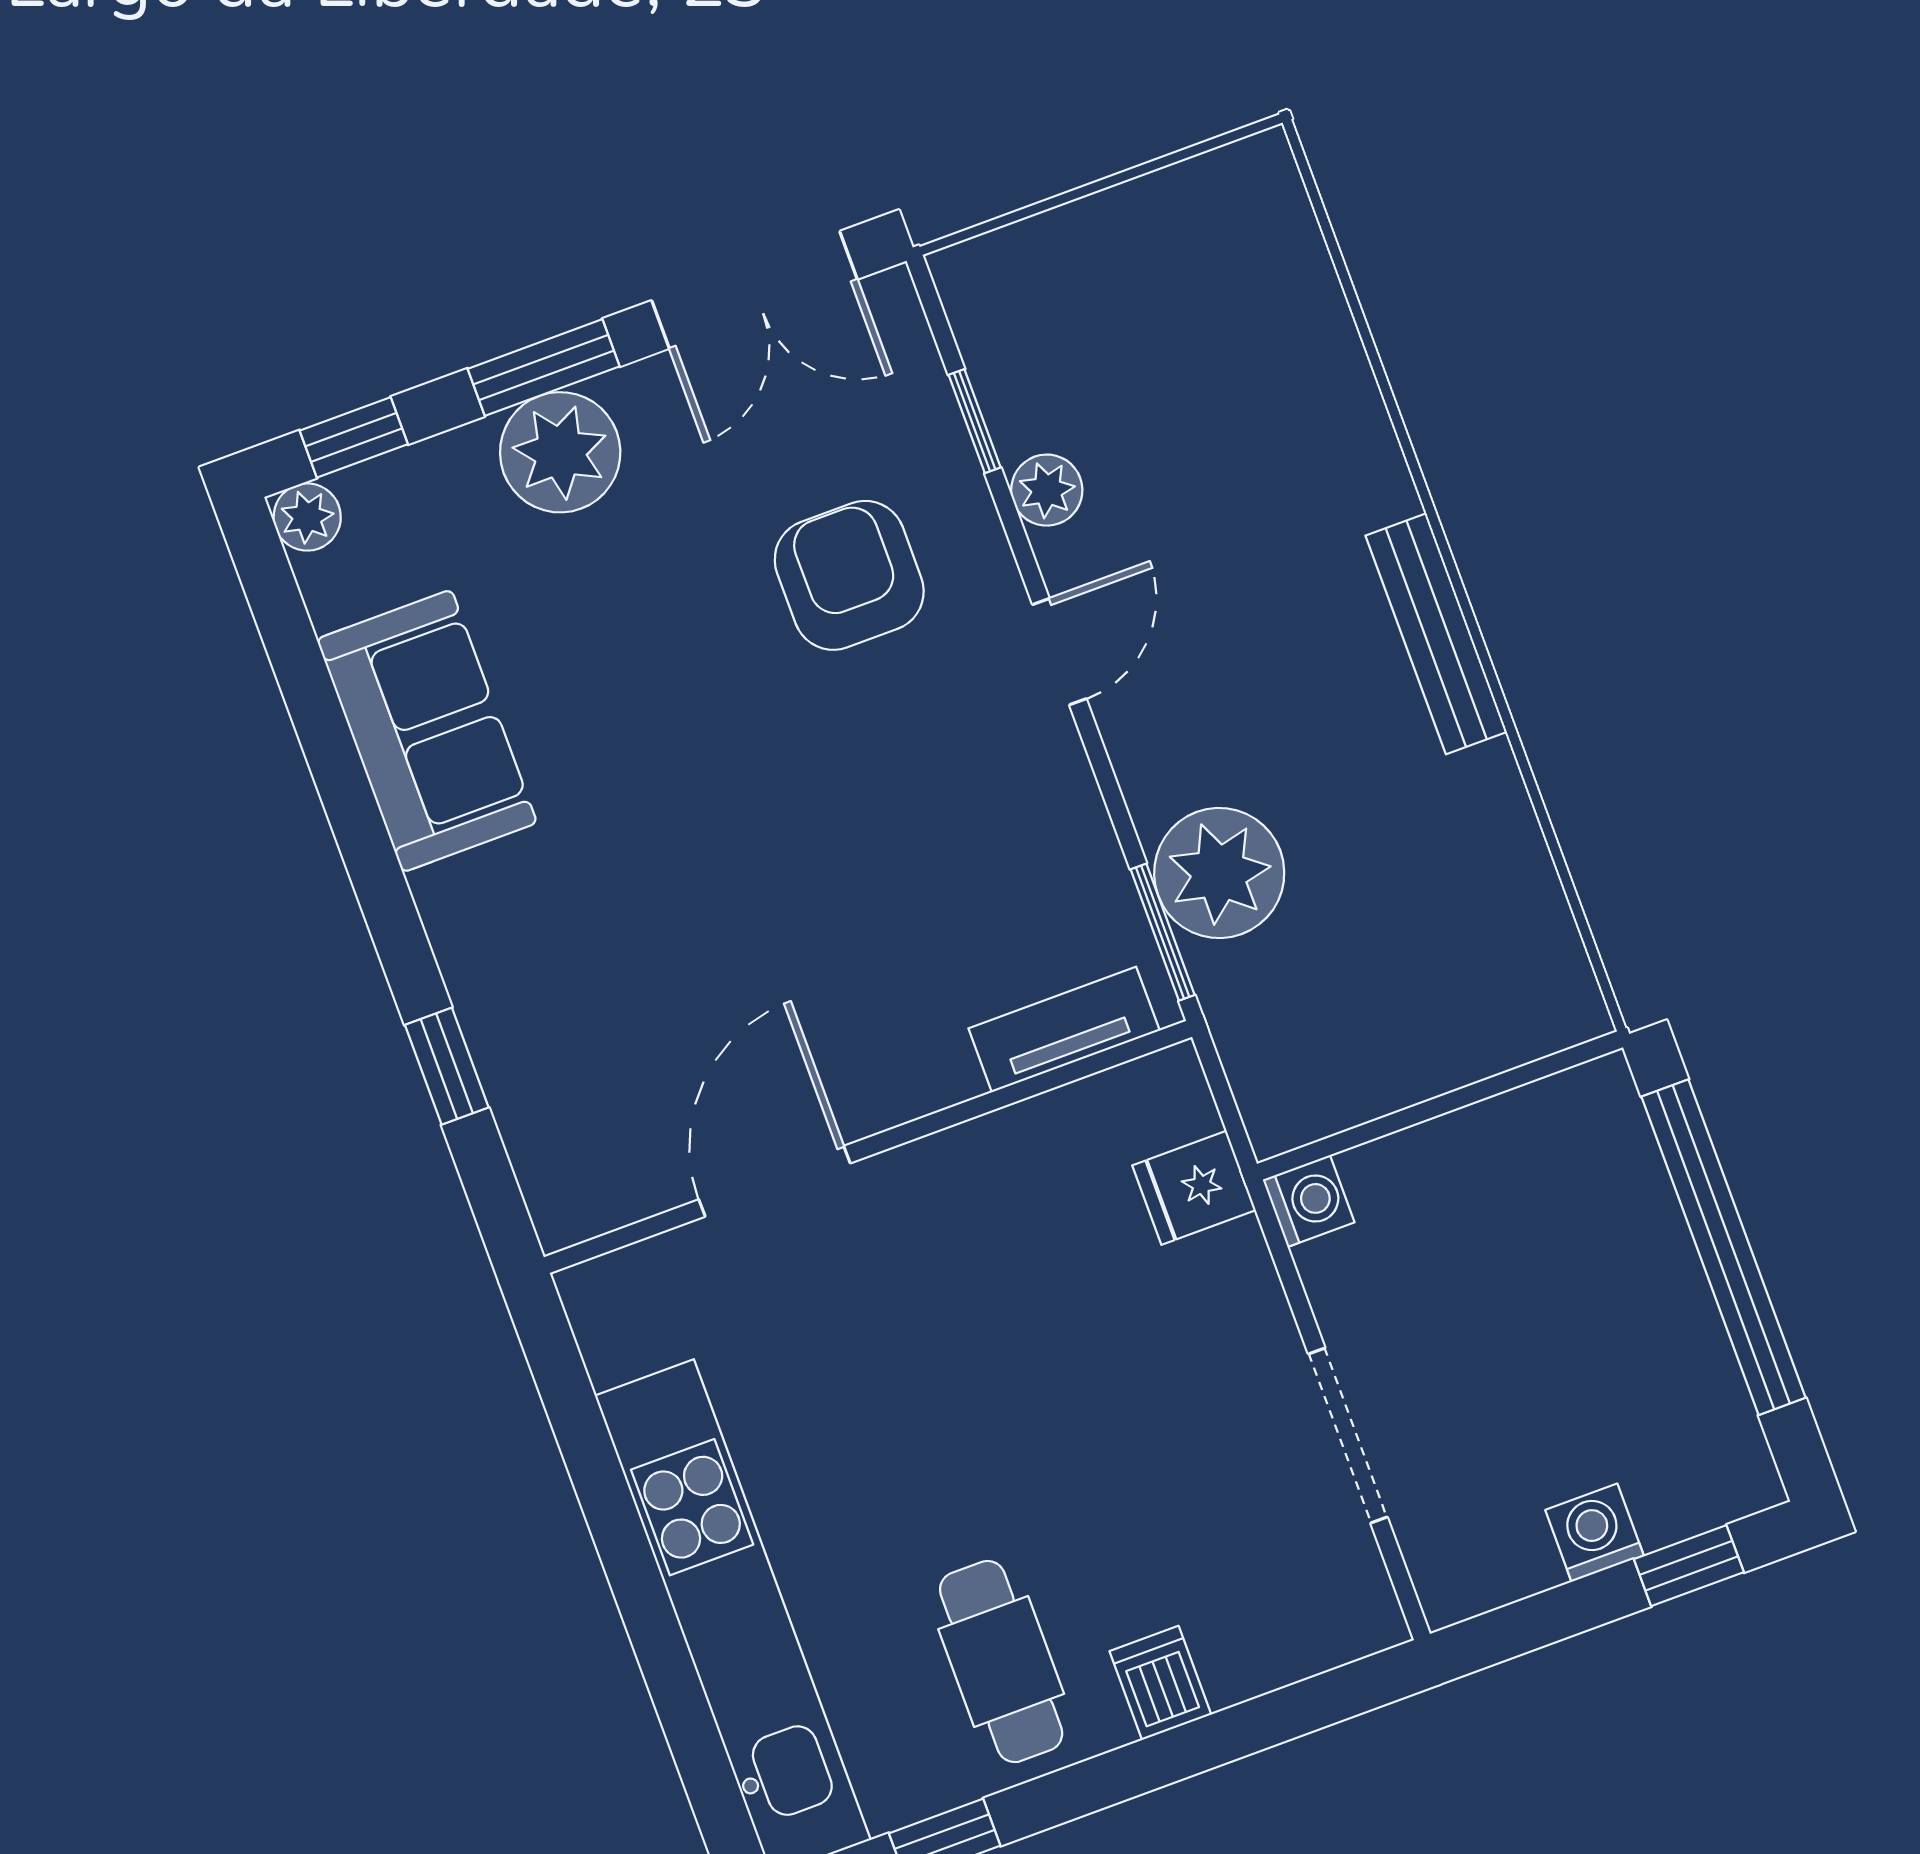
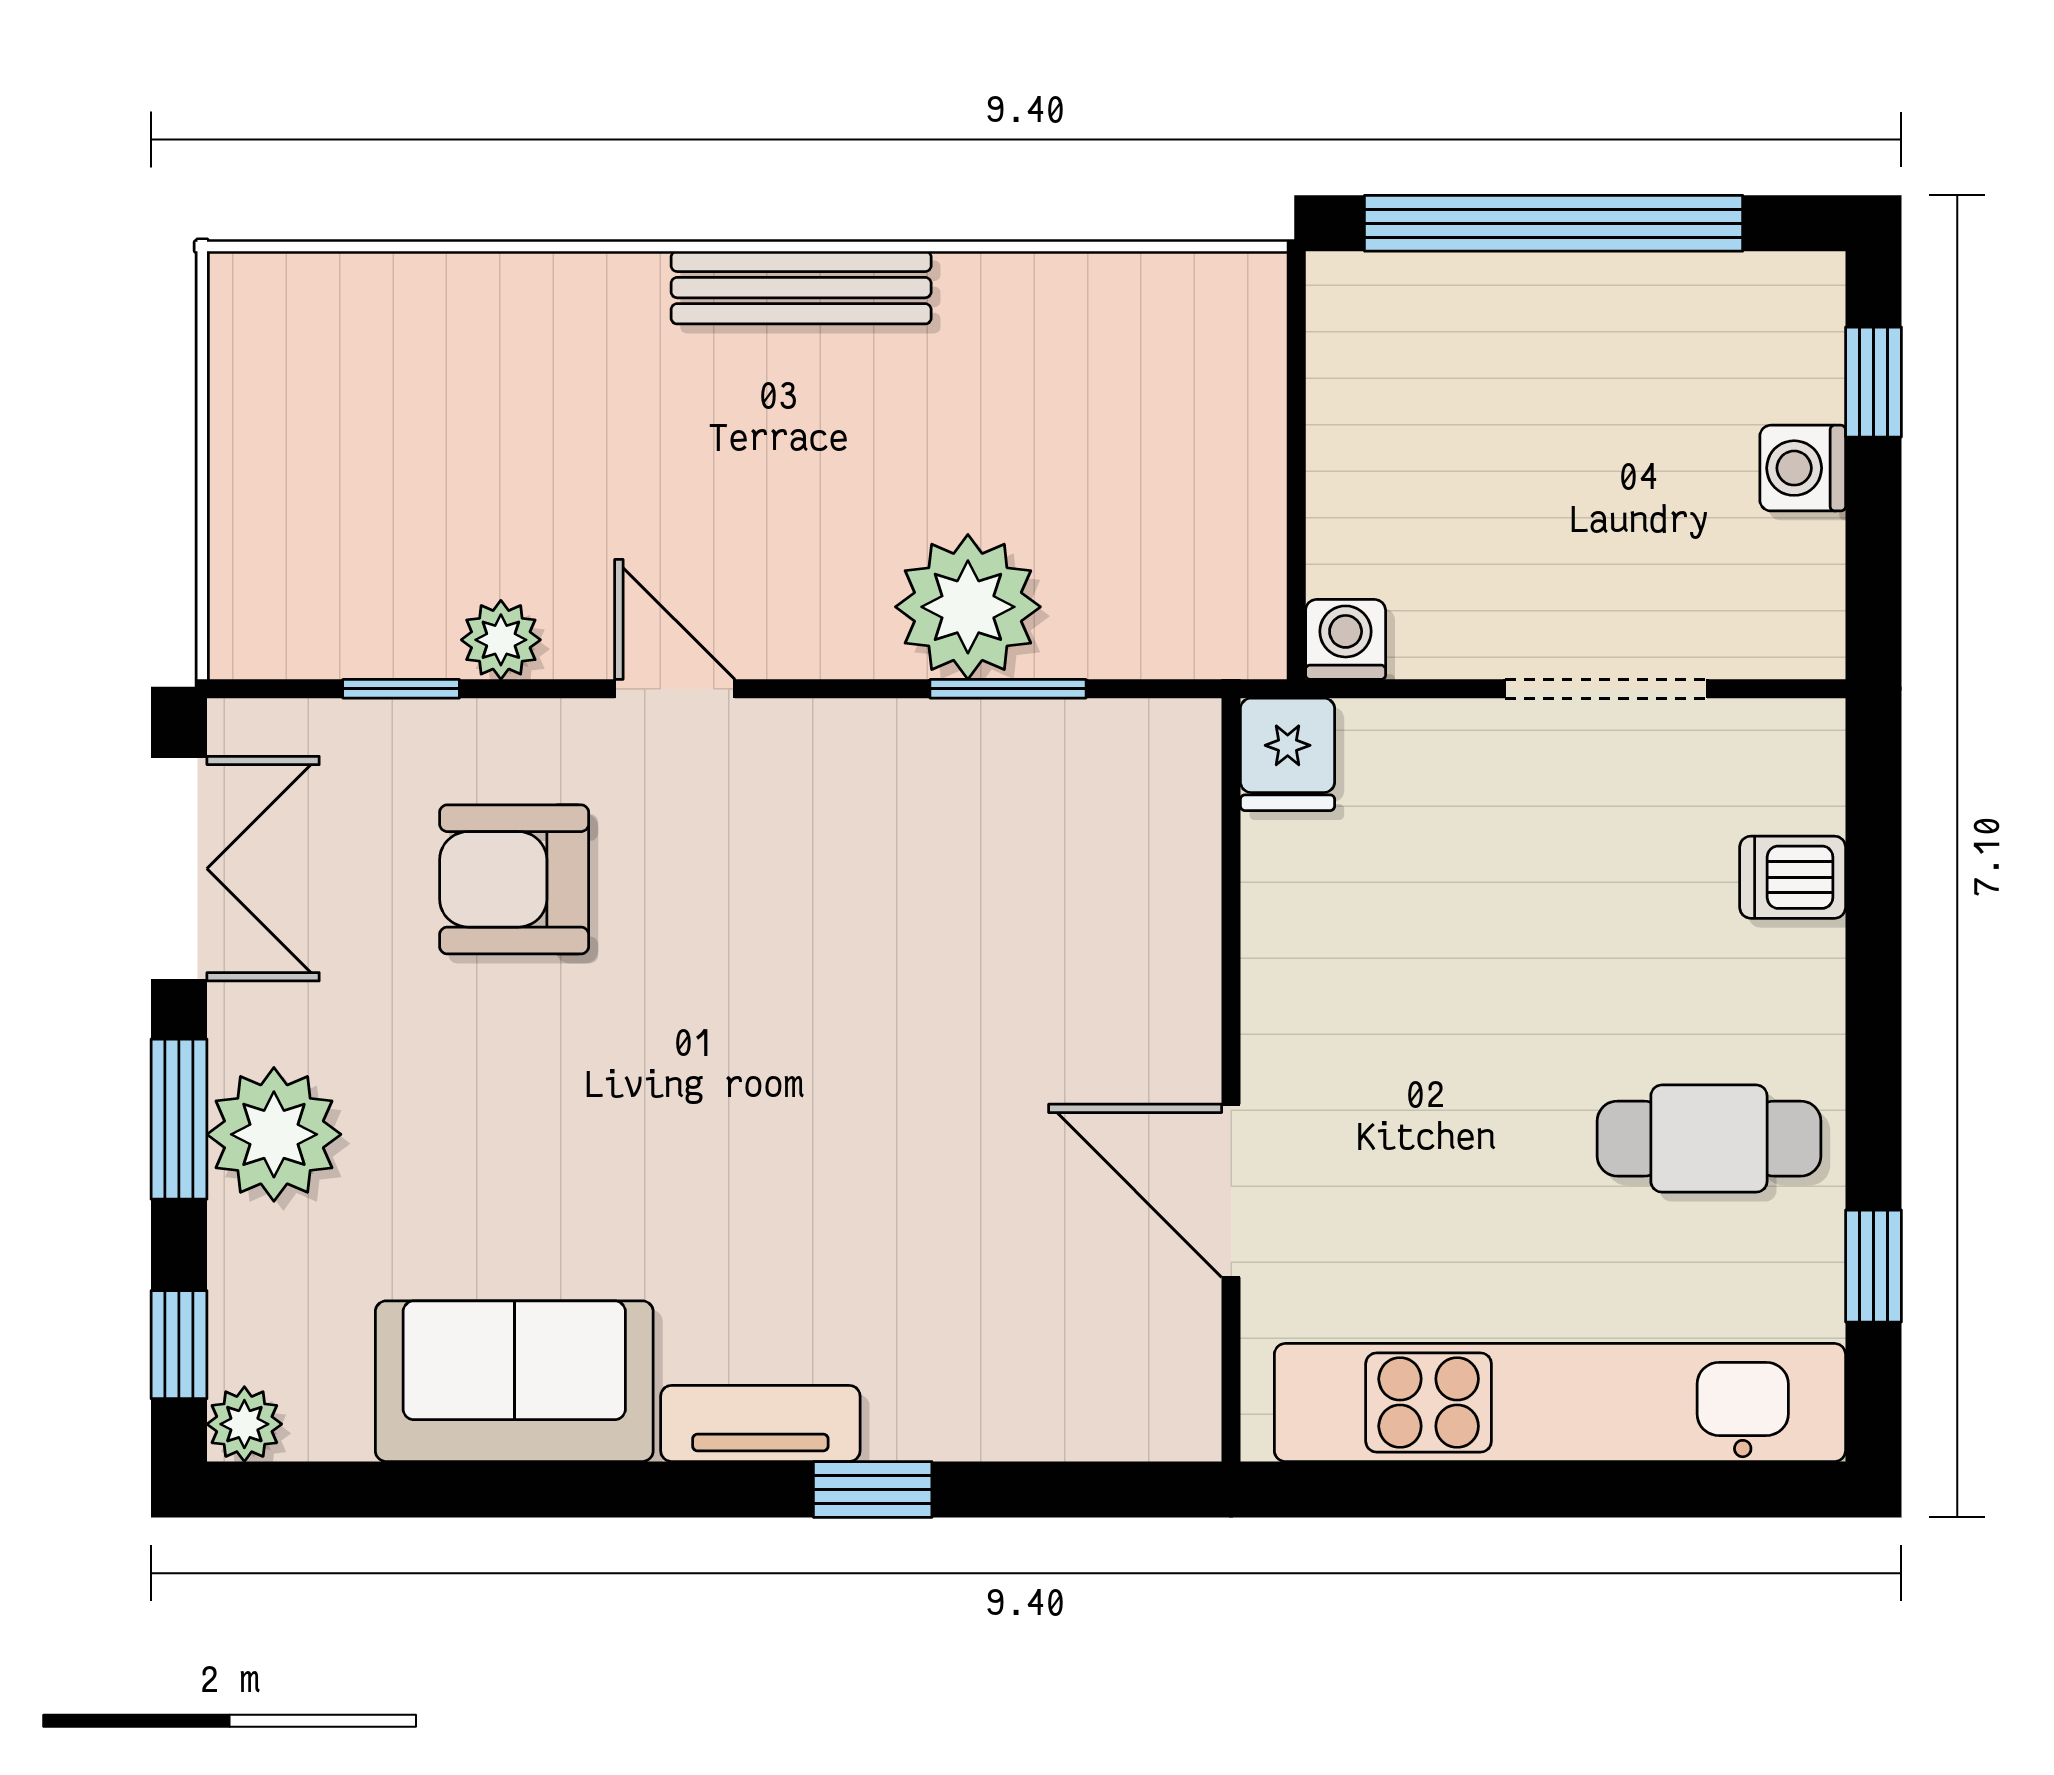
tv unit: (1064, 1029) -> (760, 1423), moved, turned 90
wall: (868, 1147) -> (1231, 1080), moved
door: (774, 1181) -> (1231, 1191), moved
dishwasher: (1160, 1683) -> (1793, 877), moved

